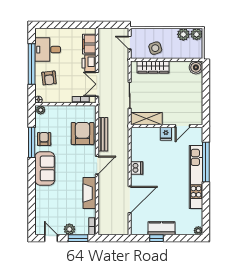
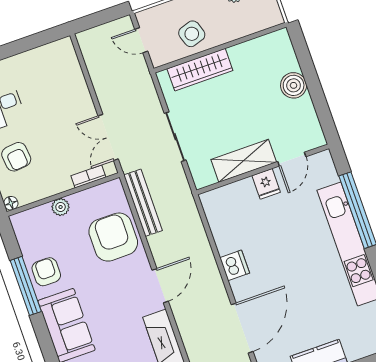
filing cabinet: (89, 44) -> (68, 69), removed
printer: (89, 63) -> (80, 104), removed
boiler: (196, 67) -> (294, 85), moved
plant: (41, 110) -> (61, 207), moved
shelving: (146, 119) -> (244, 161), moved
bench: (103, 134) -> (143, 203), moved

